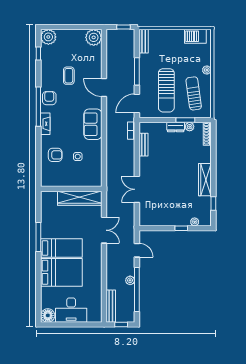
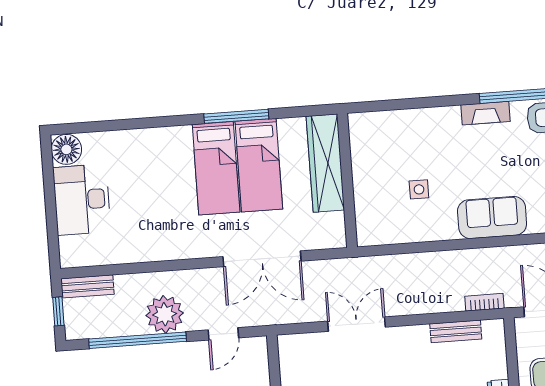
armchair: (55, 155) -> (419, 140), removed
wardrobe: (80, 198) -> (325, 163), moved
double door: (104, 230) -> (262, 259), width x1.37
bed: (61, 272) -> (259, 165), moved, width x0.67
plant: (130, 280) -> (165, 314), width x1.88, depth x1.88
bench: (111, 306) -> (87, 286), width x0.73

